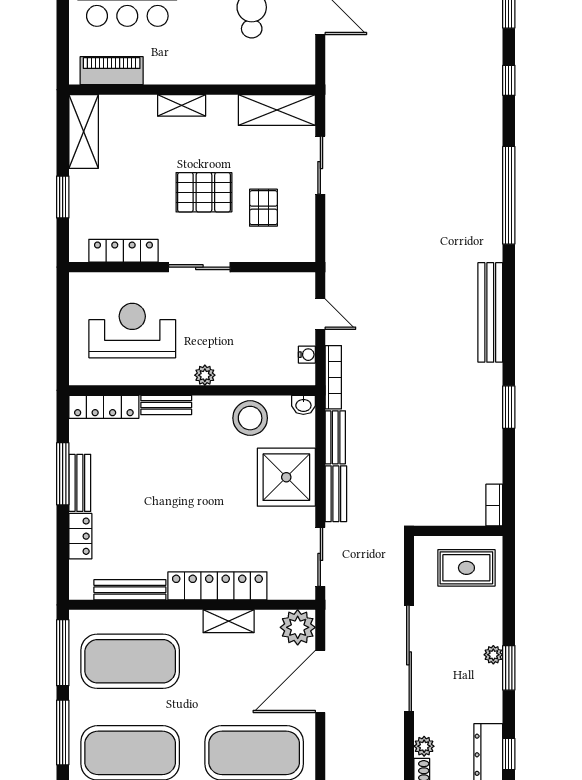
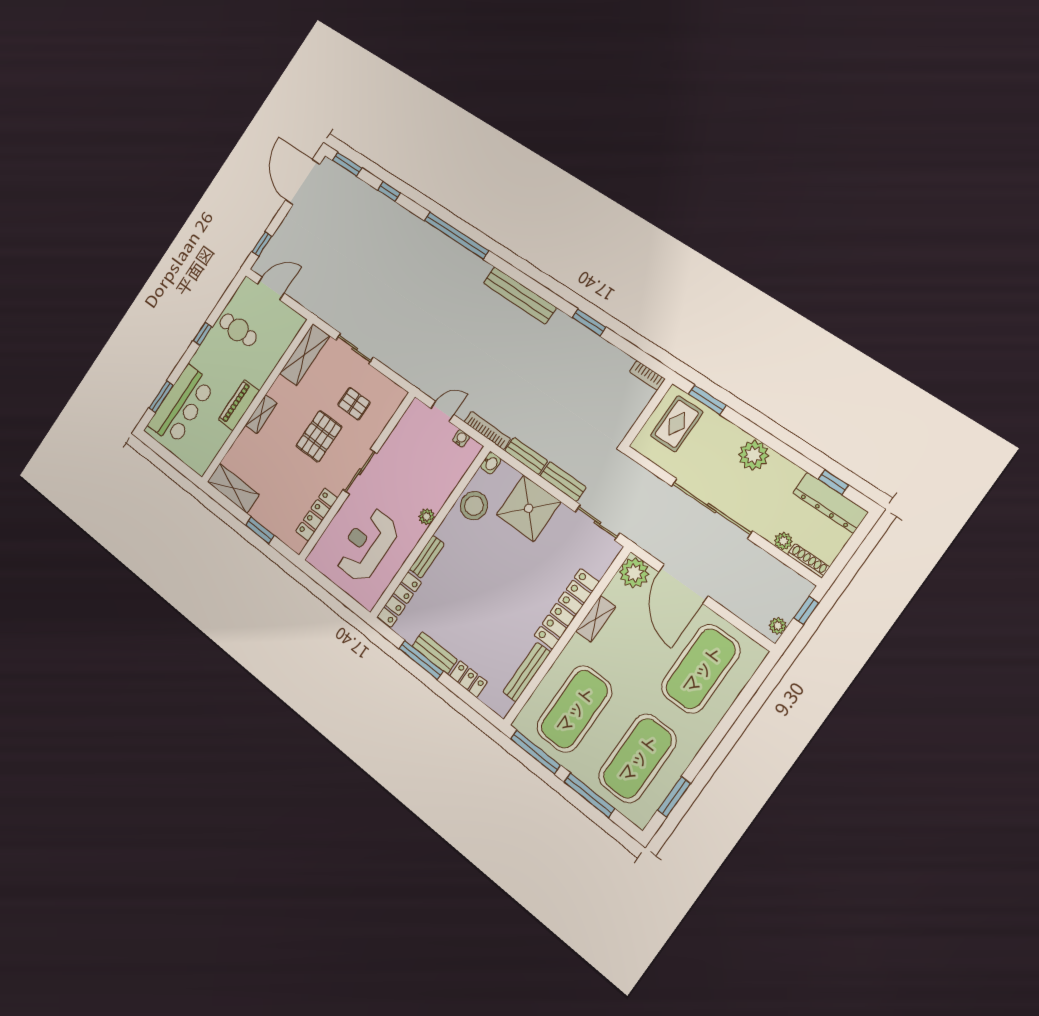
piano: (112, 71) -> (239, 405), moved
plant: (493, 655) -> (754, 455), width x1.88, depth x1.88
window: (509, 668) -> (707, 400), moved

